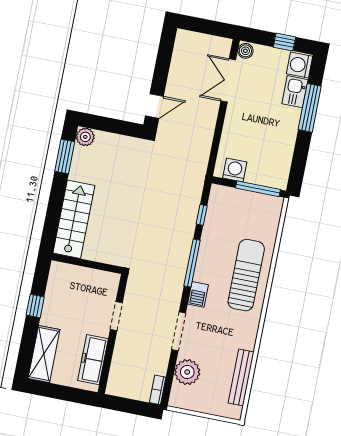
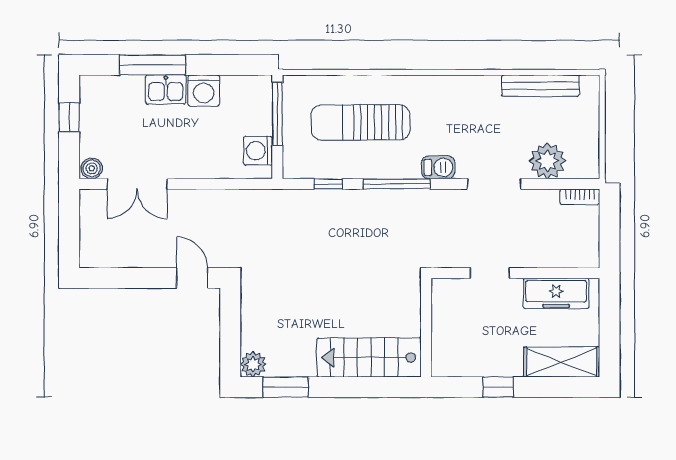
washing machine: (299, 65) -> (204, 90), moved
kitchen sink: (295, 92) -> (166, 89), moved
sun lounger: (246, 275) -> (360, 122), moved

